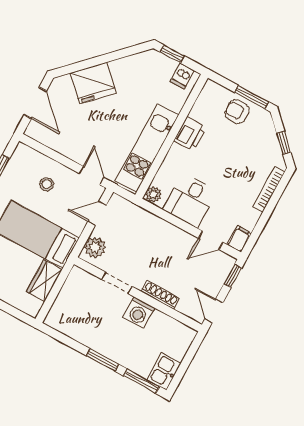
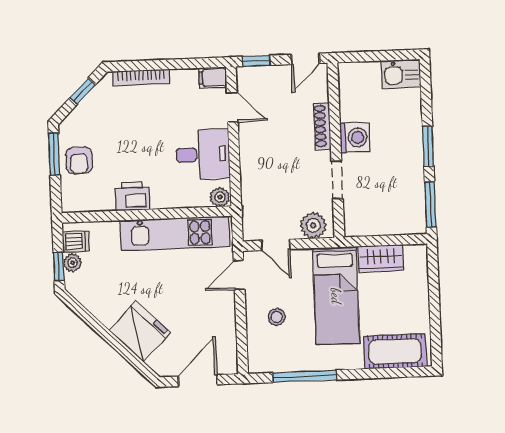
plant: (169, 65) -> (72, 263), added
window: (141, 381) -> (430, 205), moved

